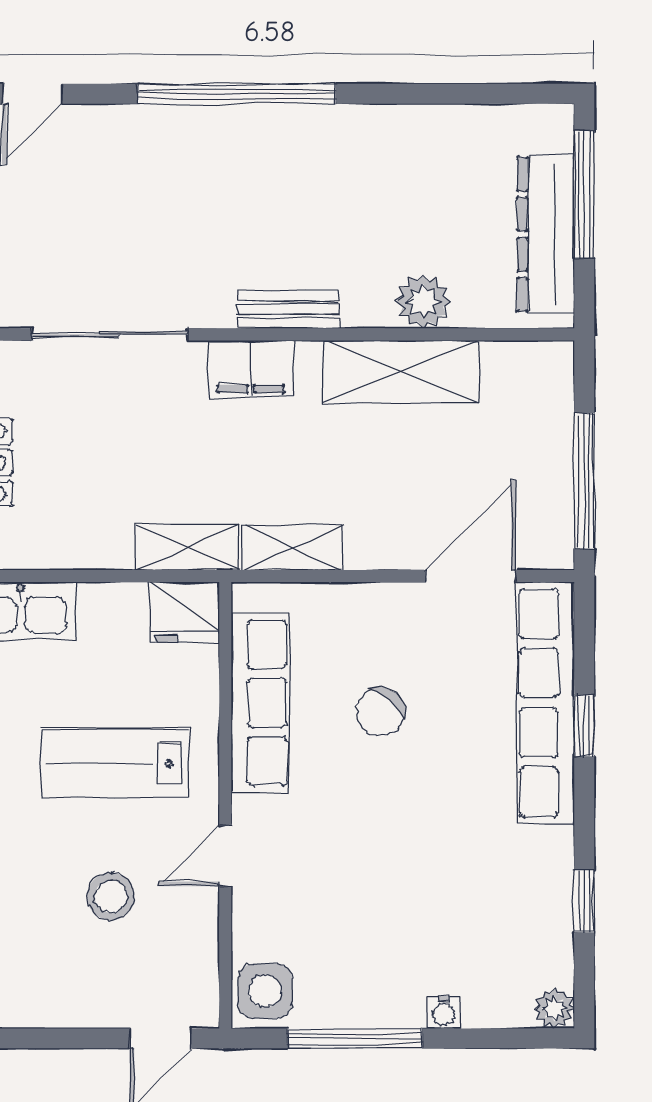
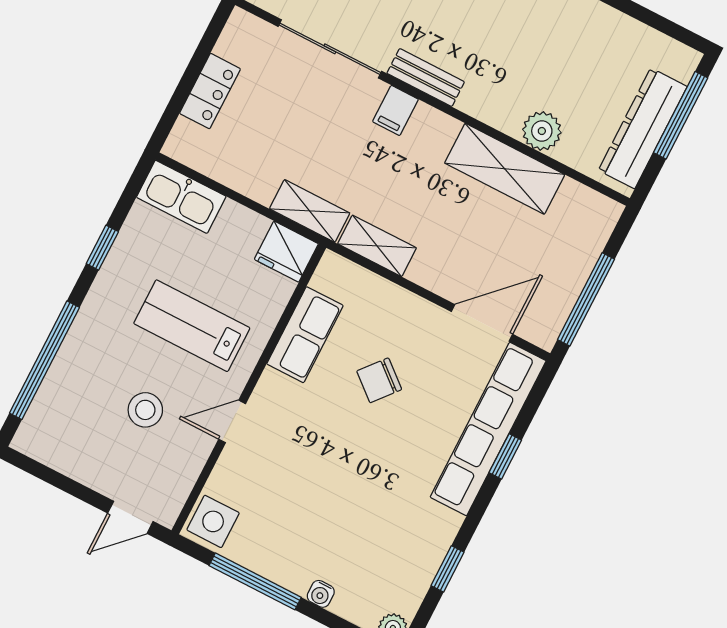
bench: (288, 309) -> (426, 77), moved
filing cabinet: (251, 369) -> (395, 110), width x0.50
row of seats: (260, 703) -> (305, 335), width x0.68

